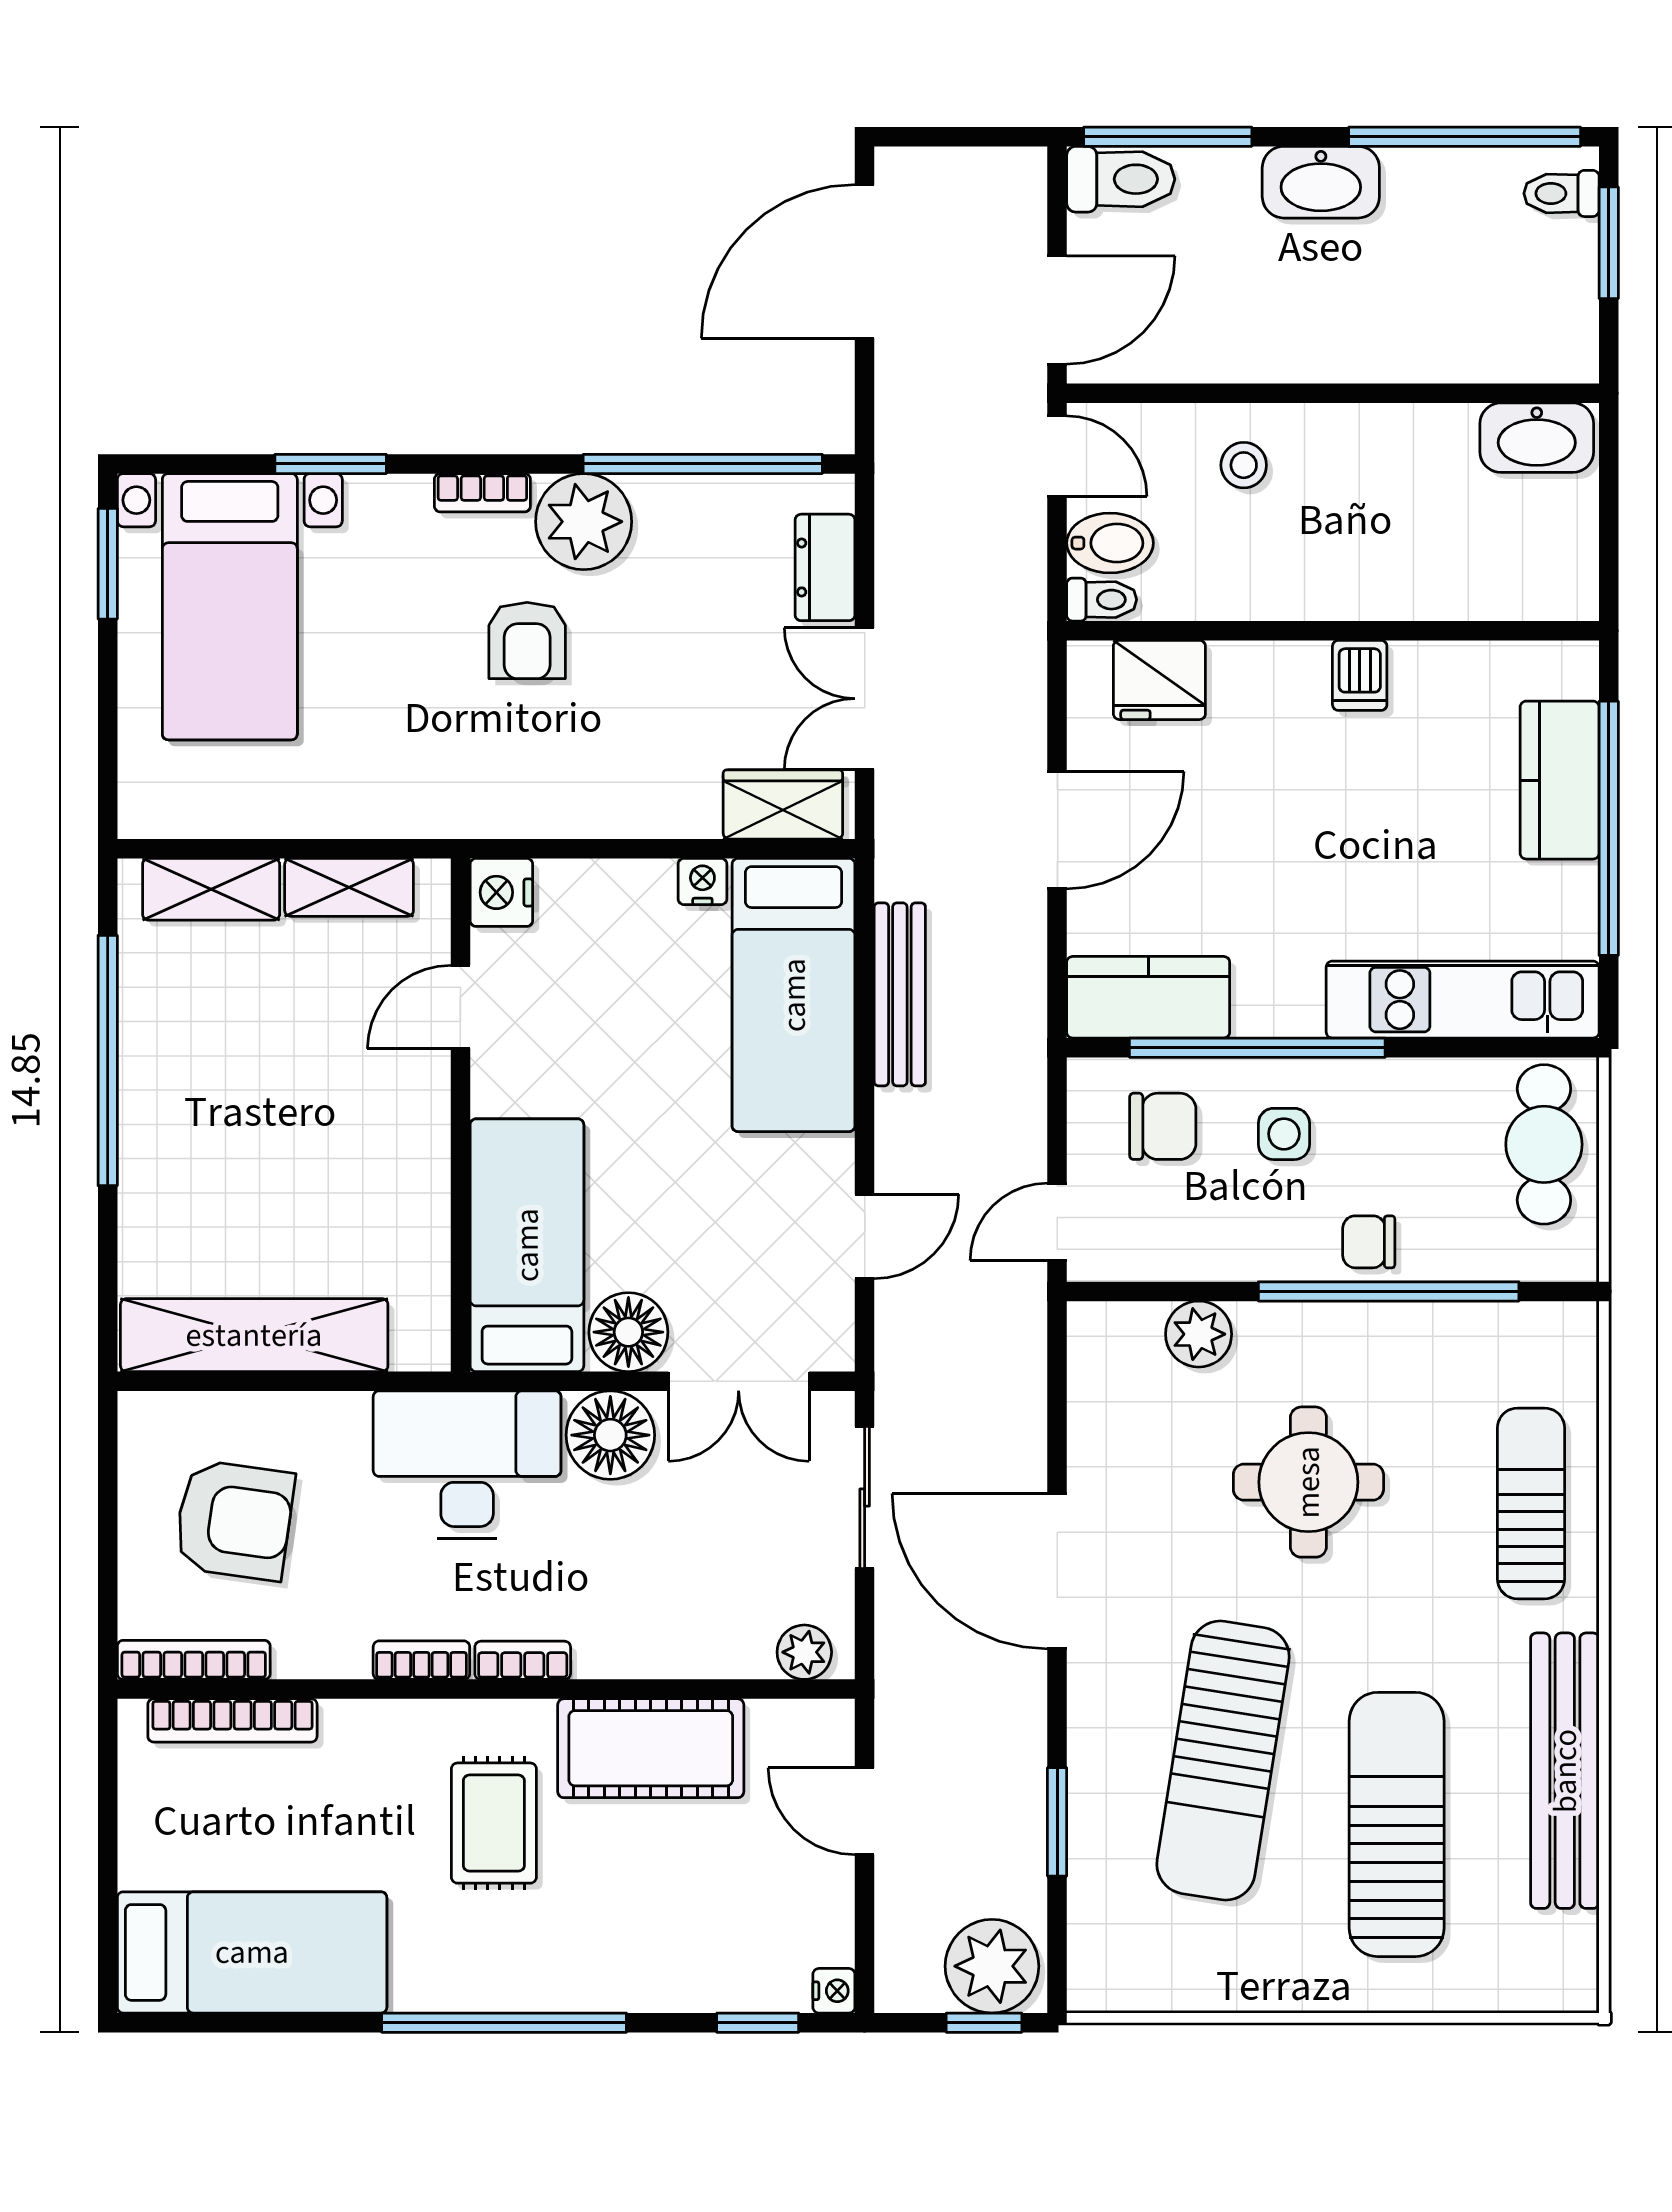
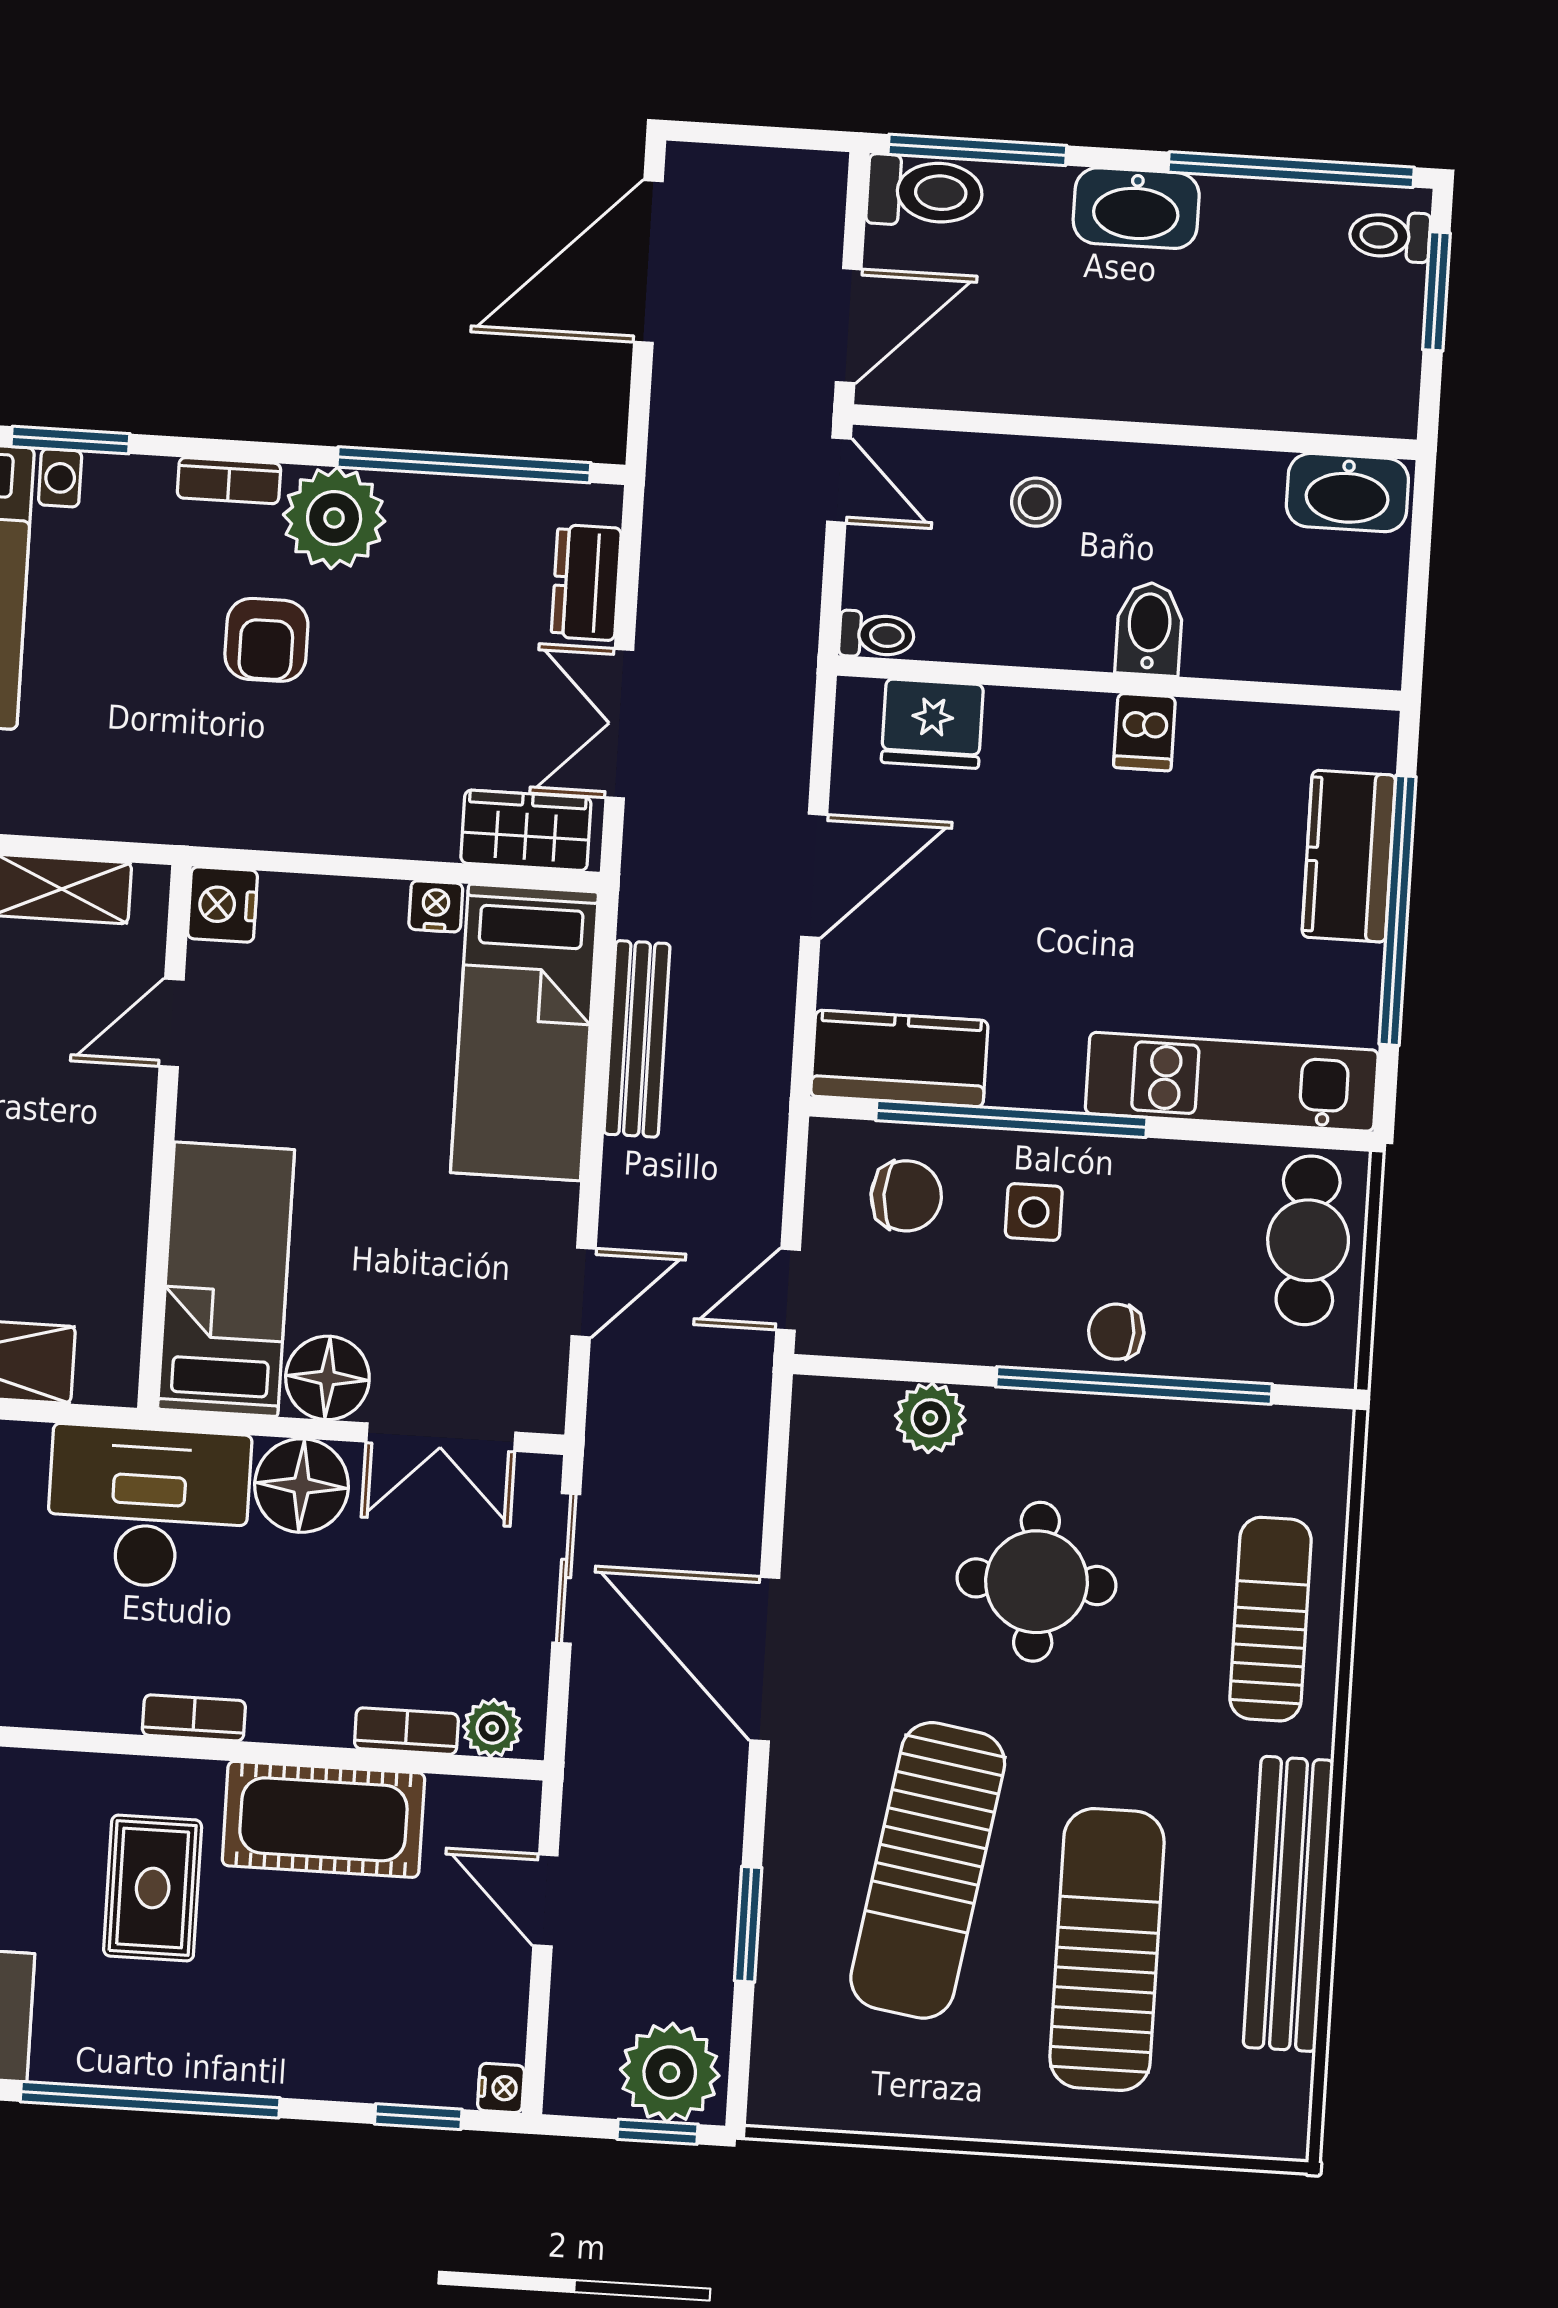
bidet: (1110, 543) -> (1149, 629), moved, turned -90
bookcase: (421, 1660) -> (406, 1731), moved

